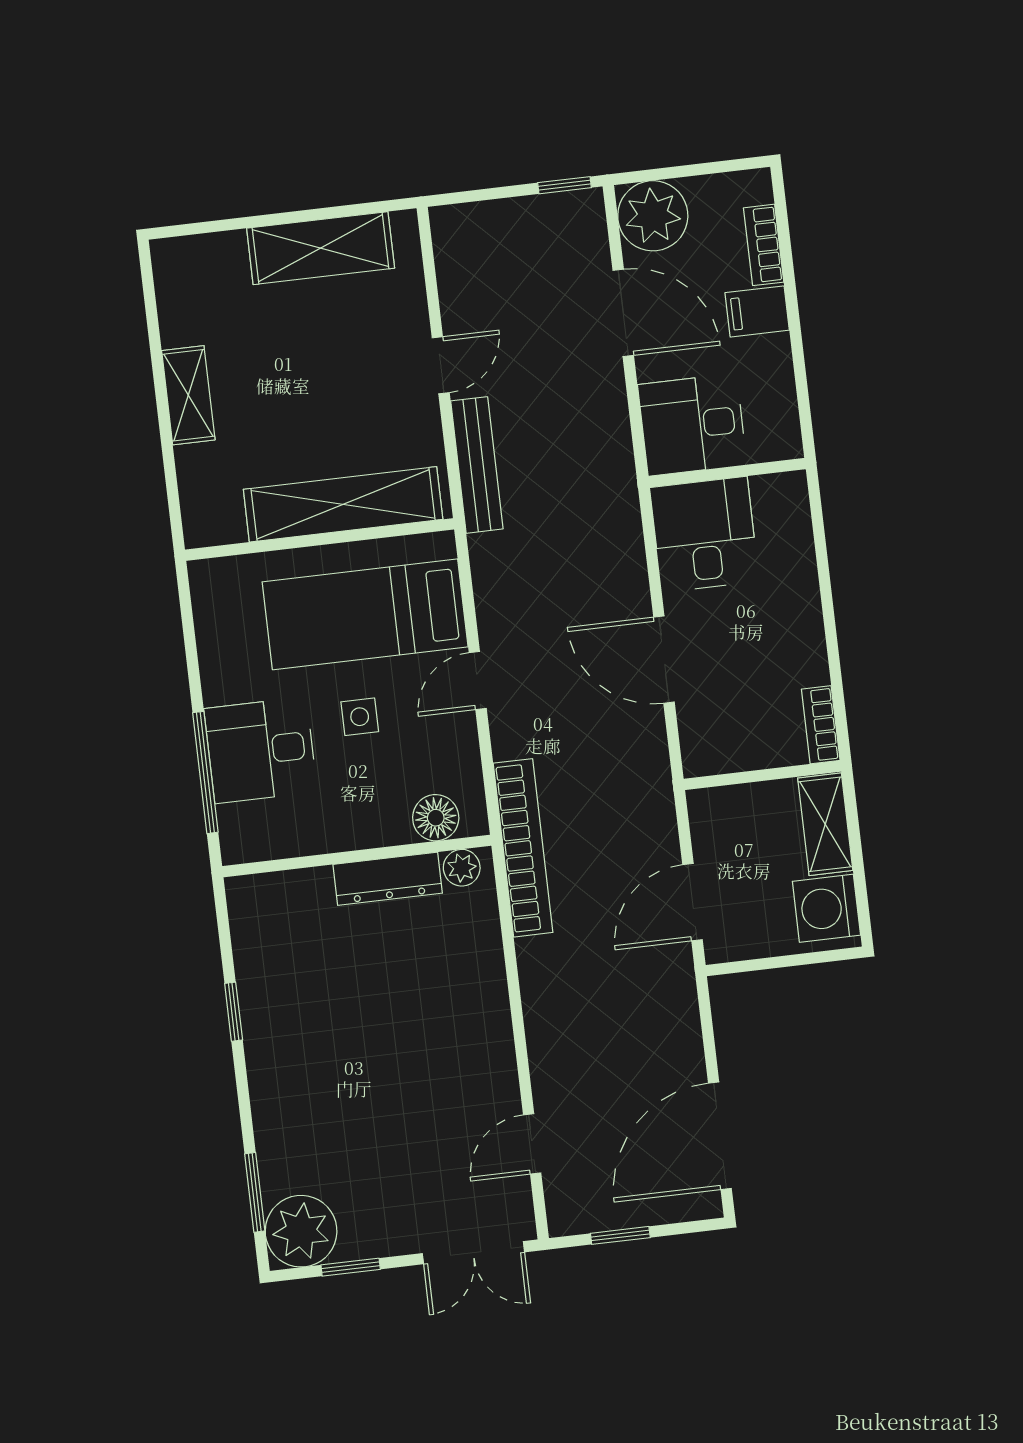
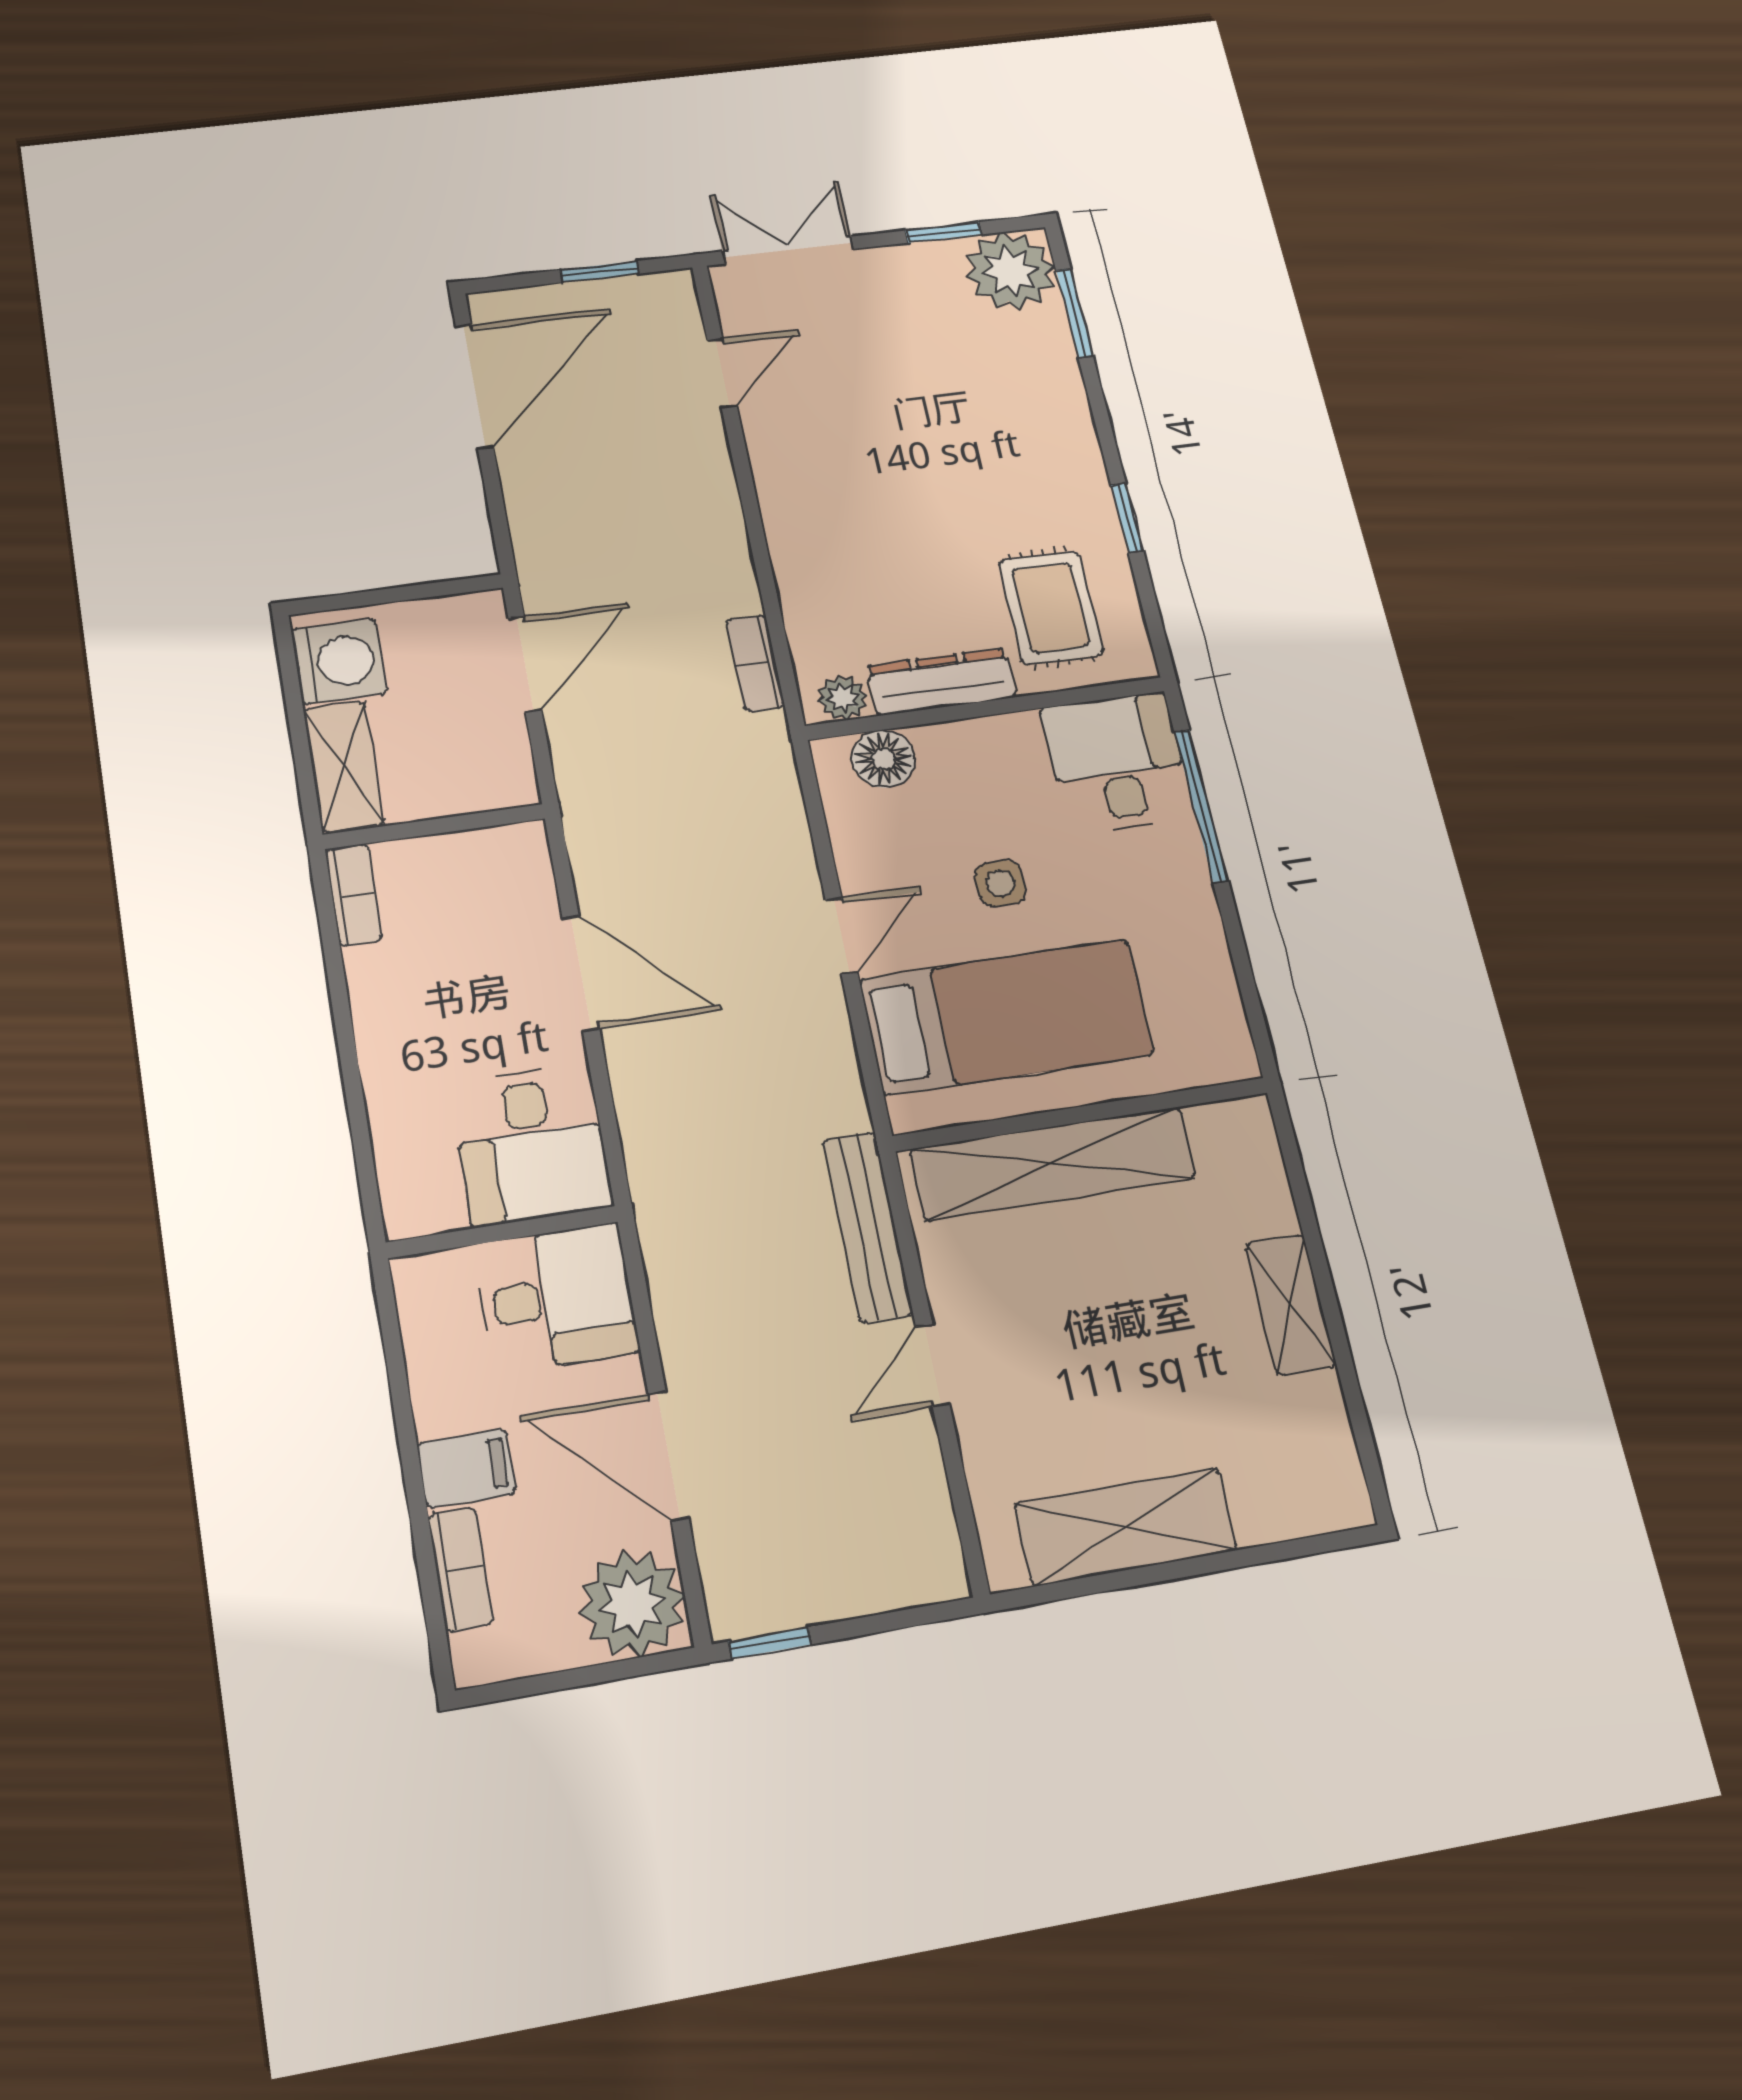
desk: (261, 750) -> (1117, 763), moved, turned -90
bookcase: (523, 848) -> (755, 663), width x0.43, depth x0.76
rug: (300, 938) -> (1051, 607), added

